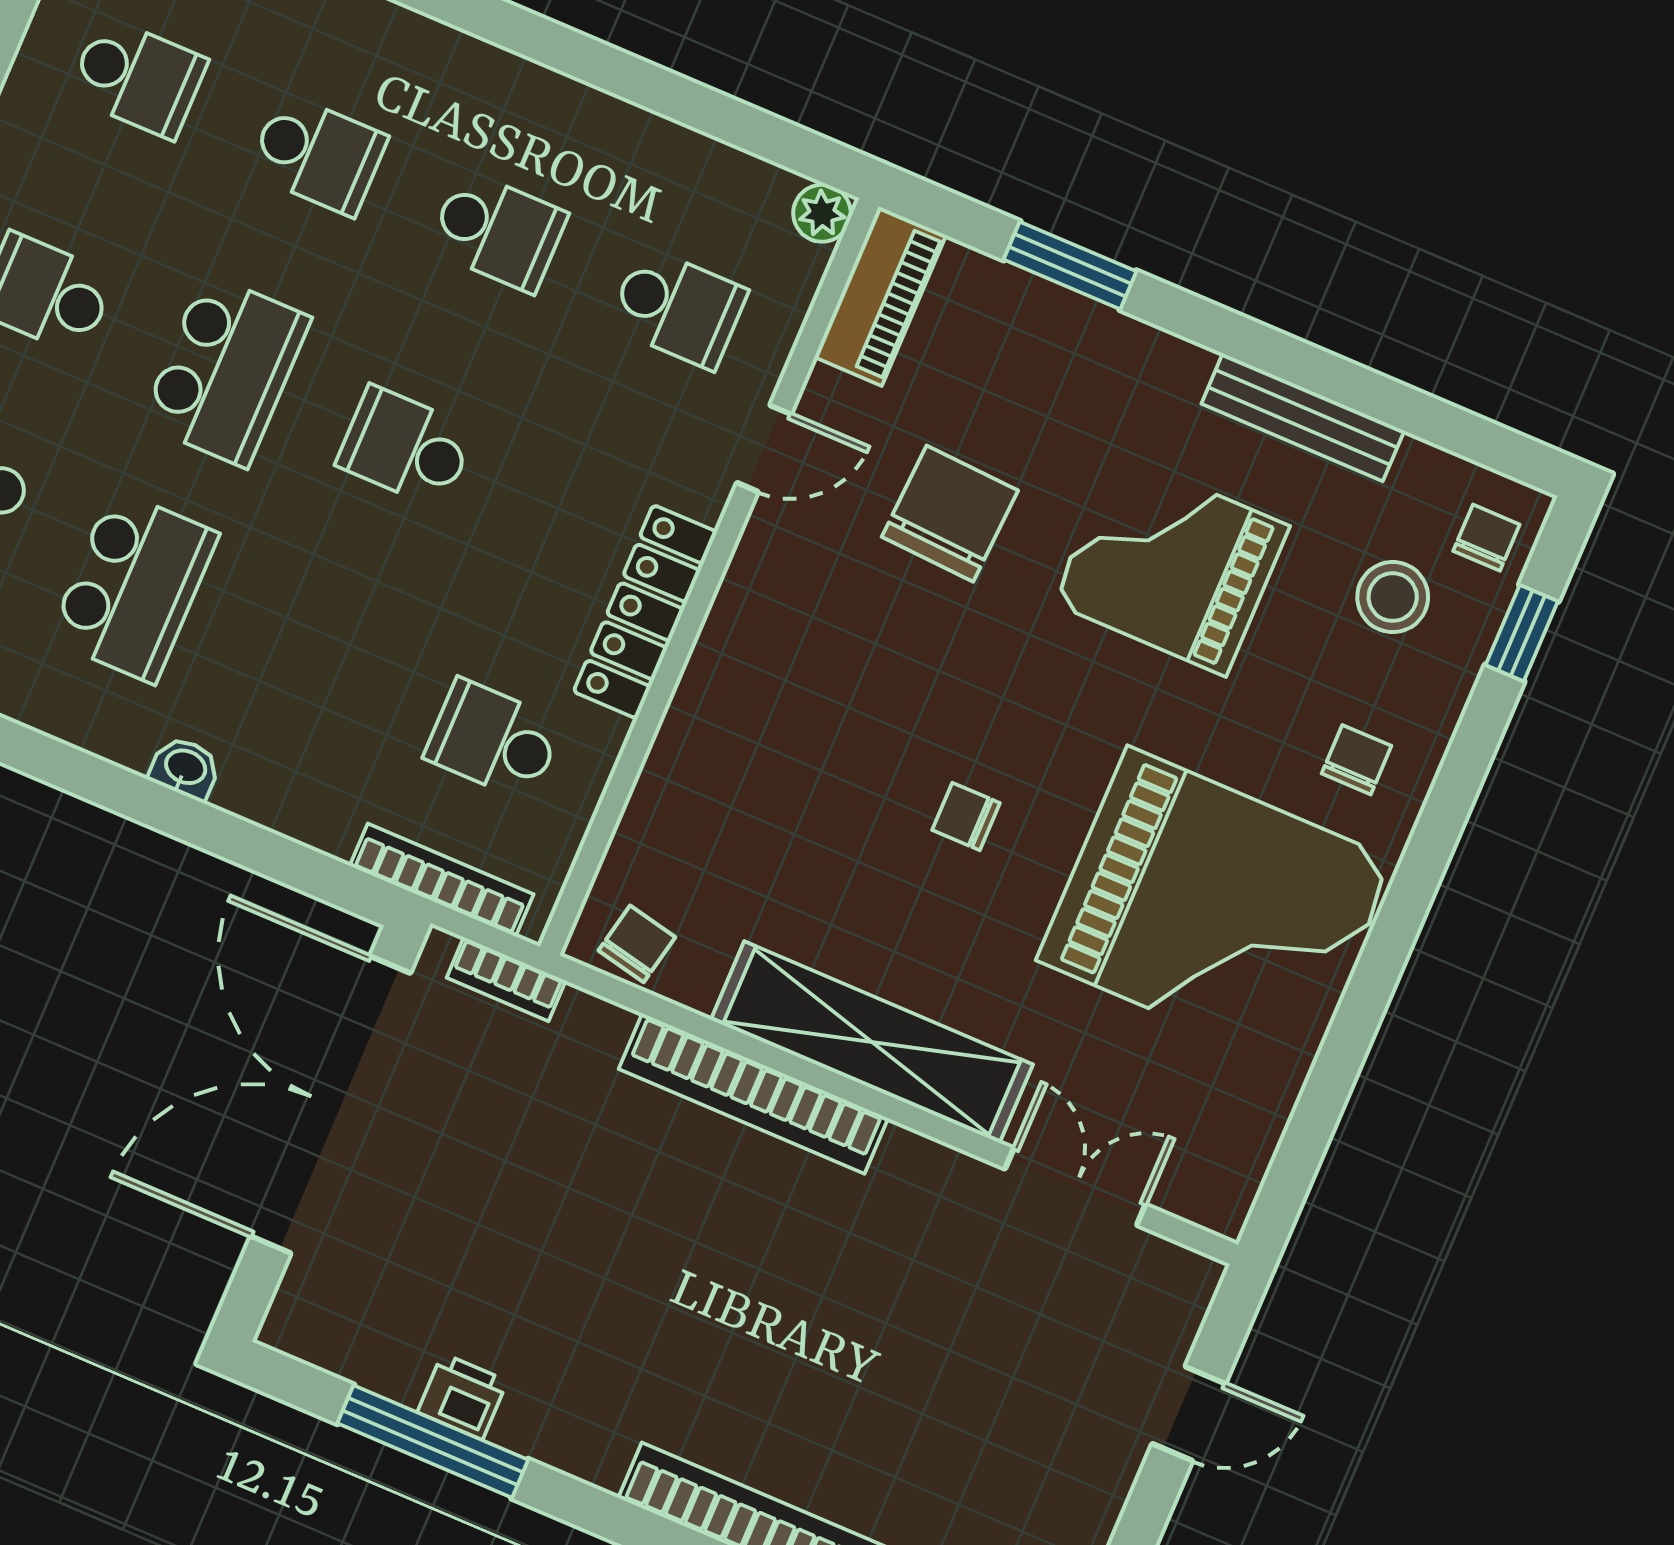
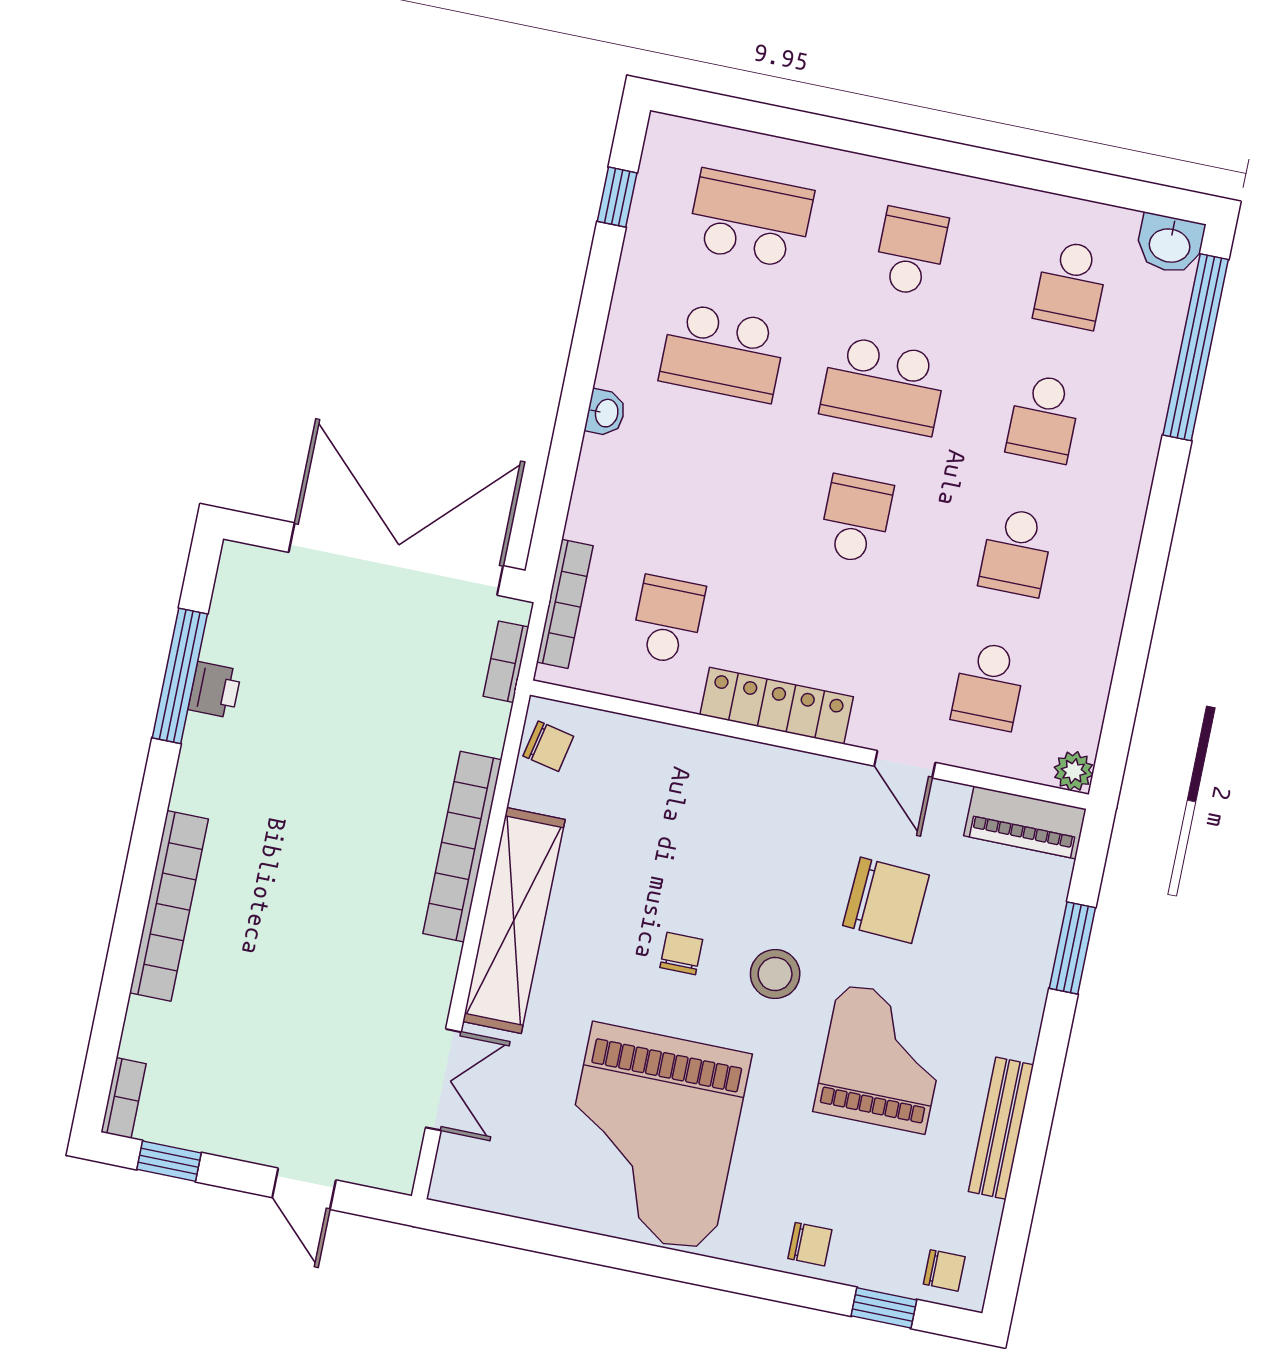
stool: (1393, 597) -> (775, 974), moved
chair: (1357, 760) -> (810, 1244), moved

